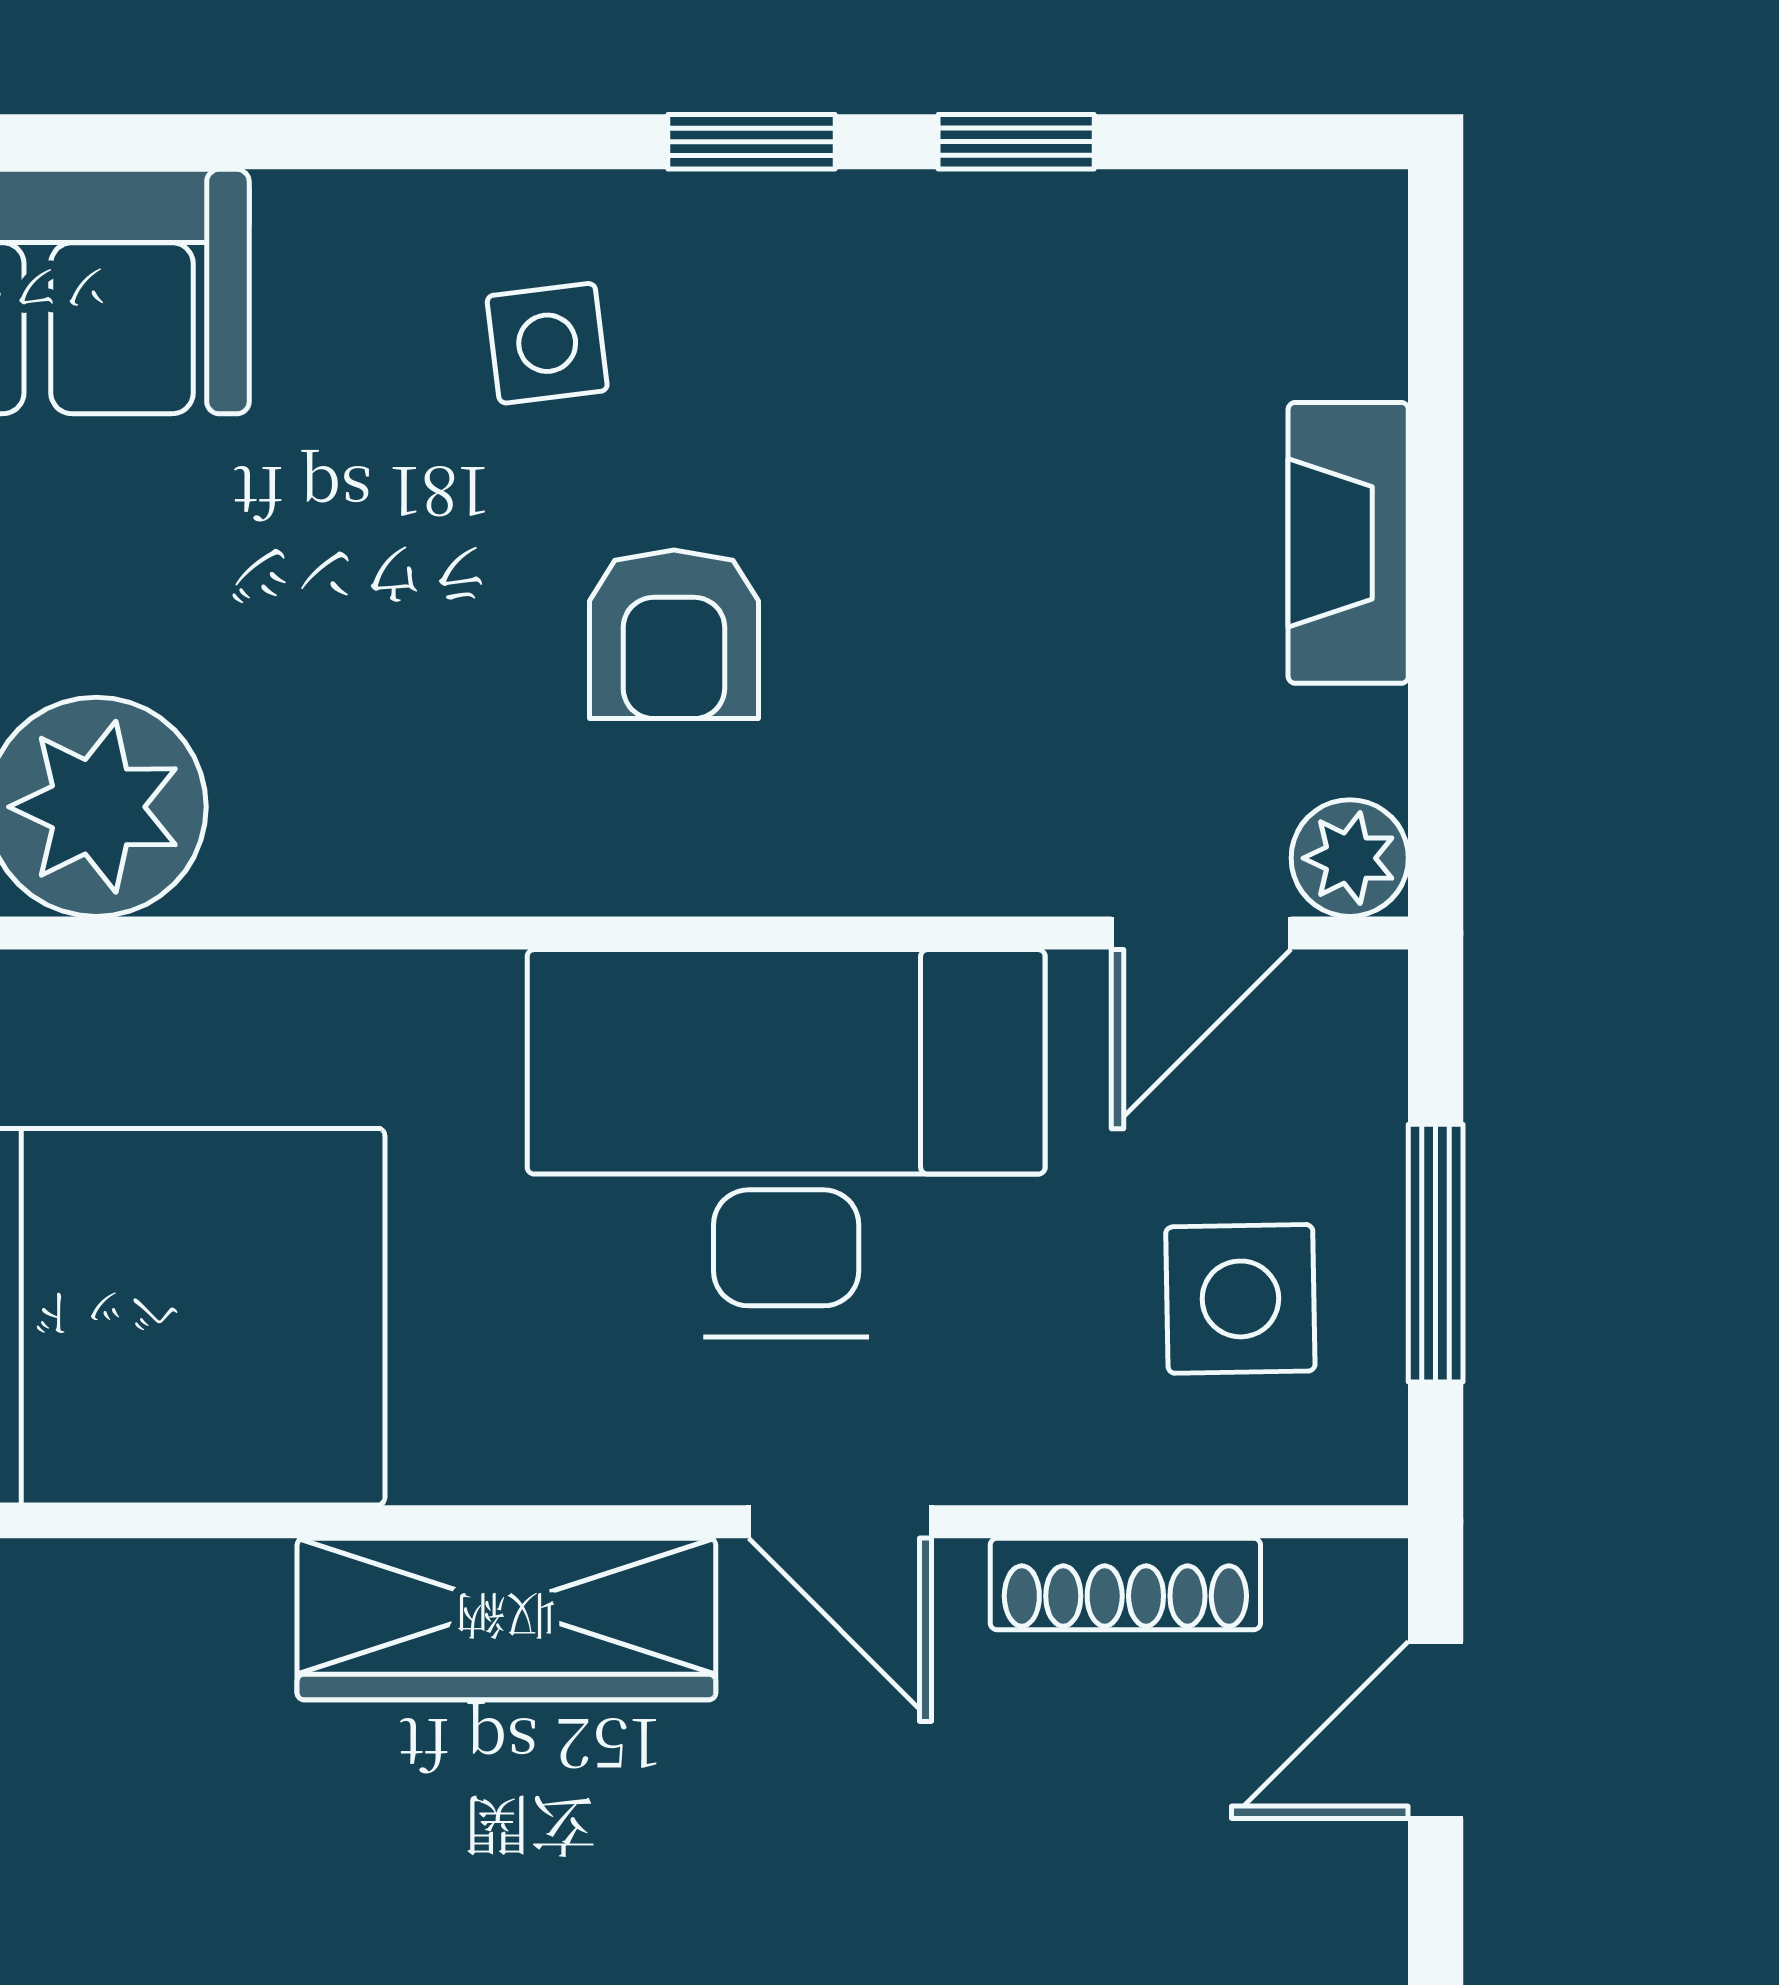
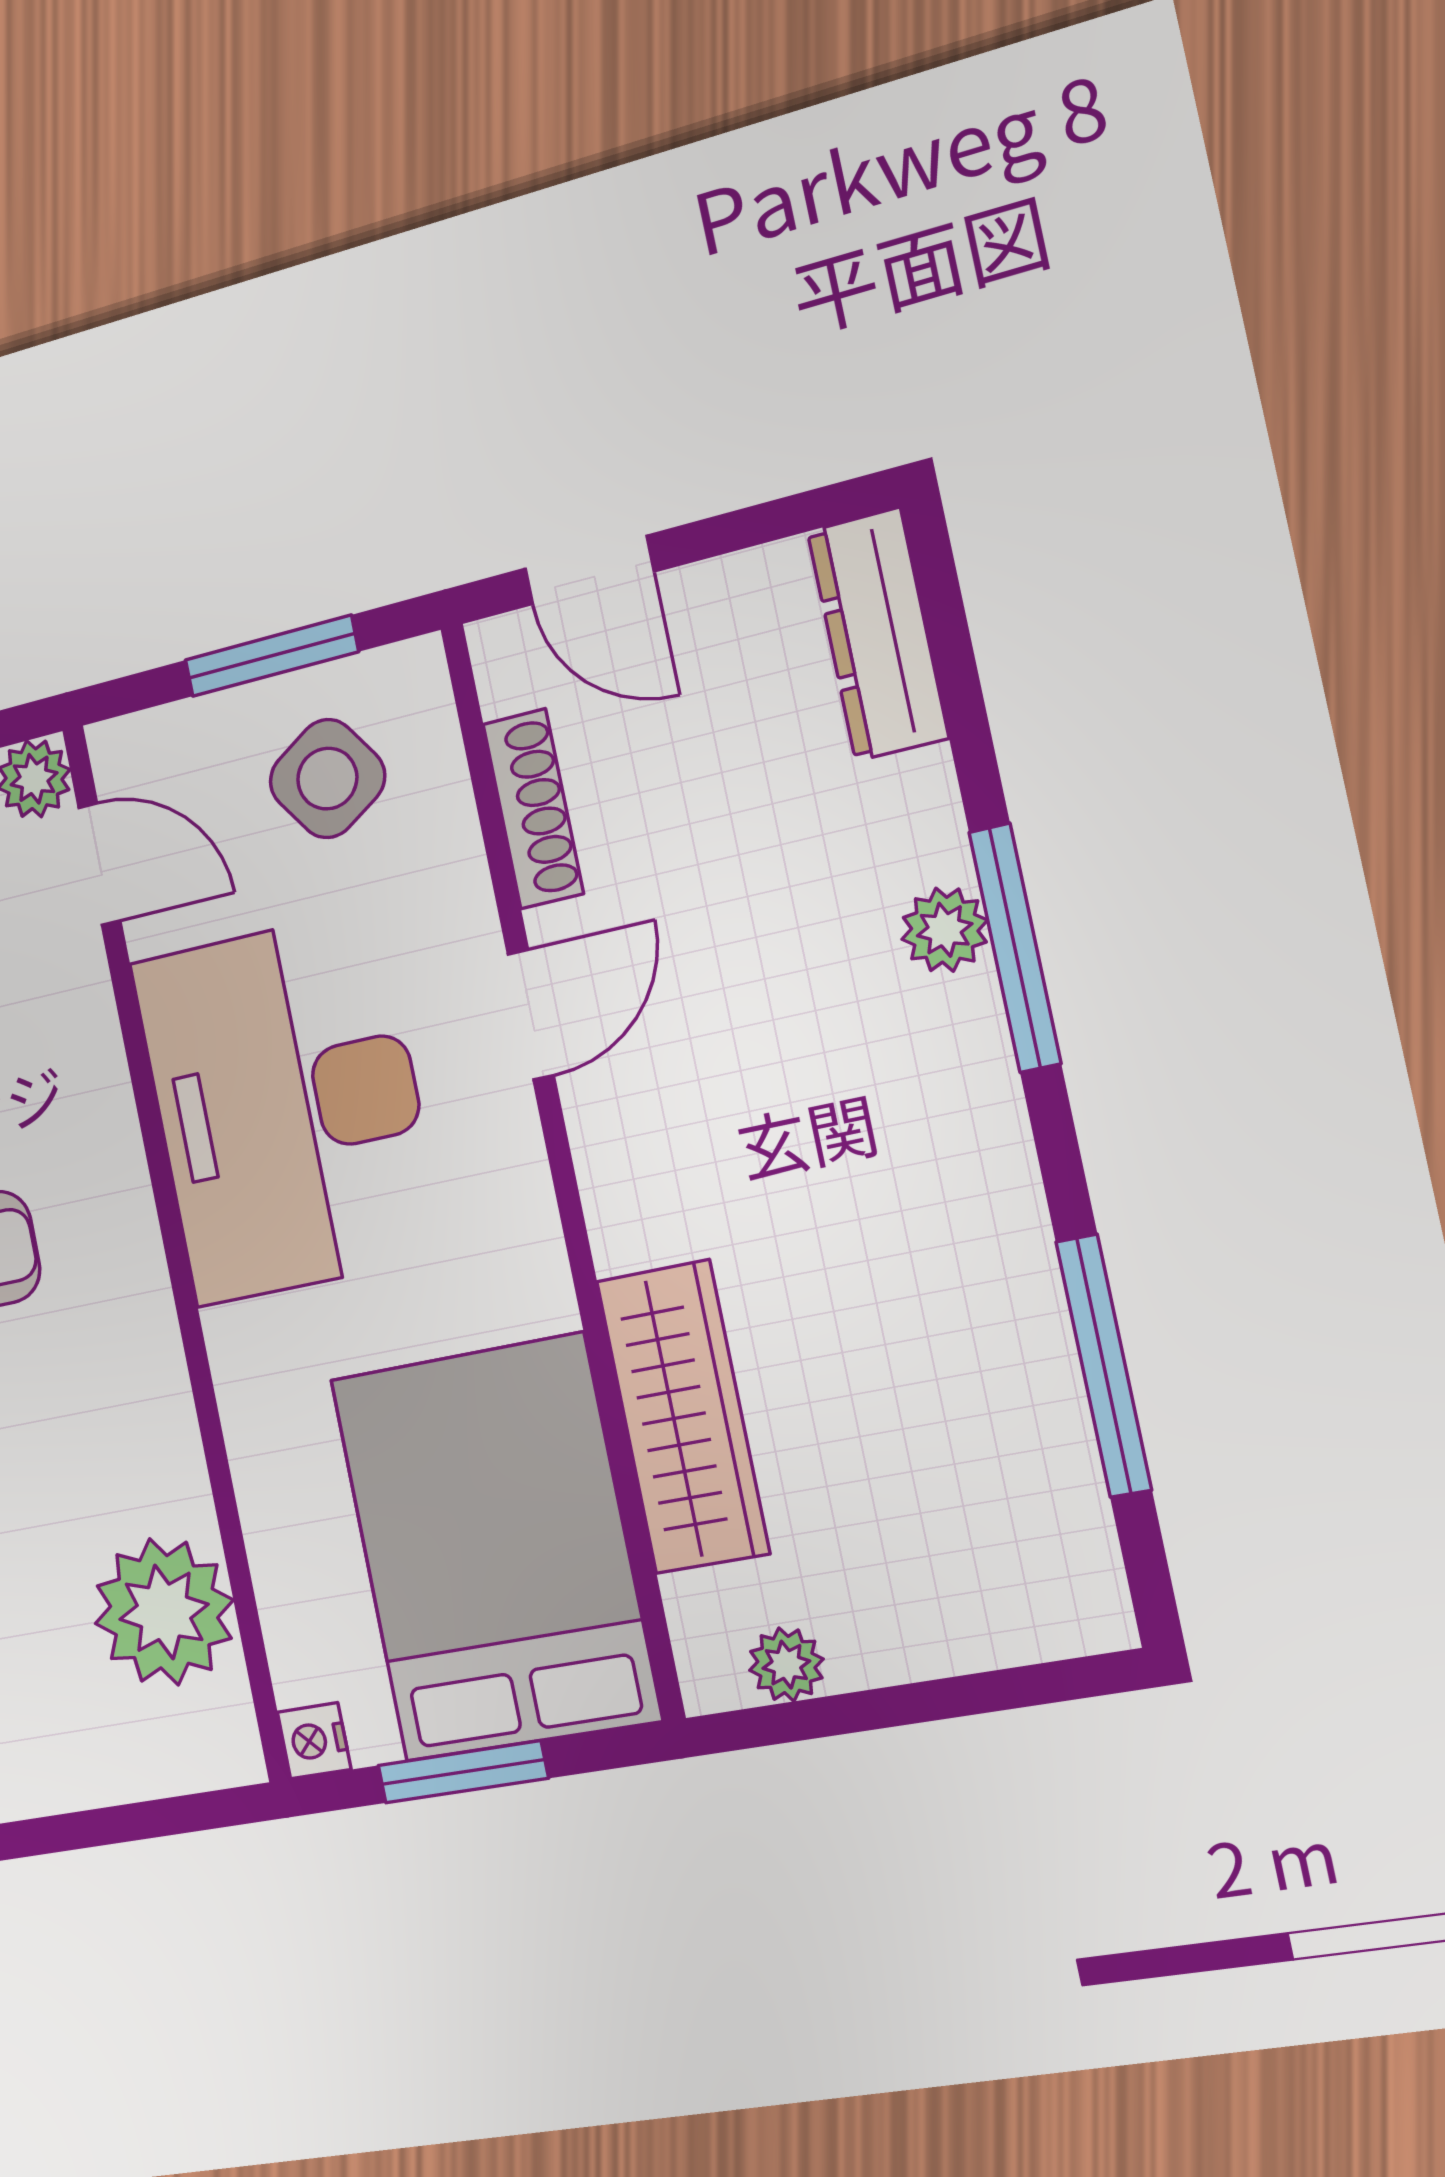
side table: (1240, 1299) -> (327, 779), turned -33
wardrobe: (506, 1619) -> (683, 1417), moved

